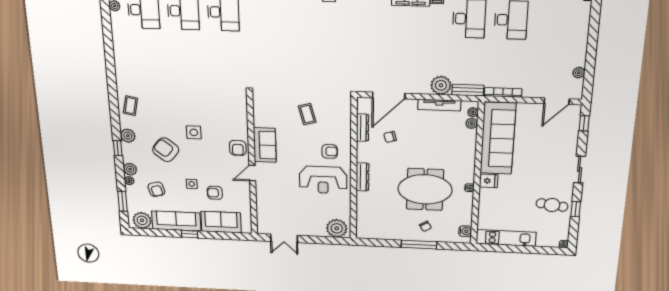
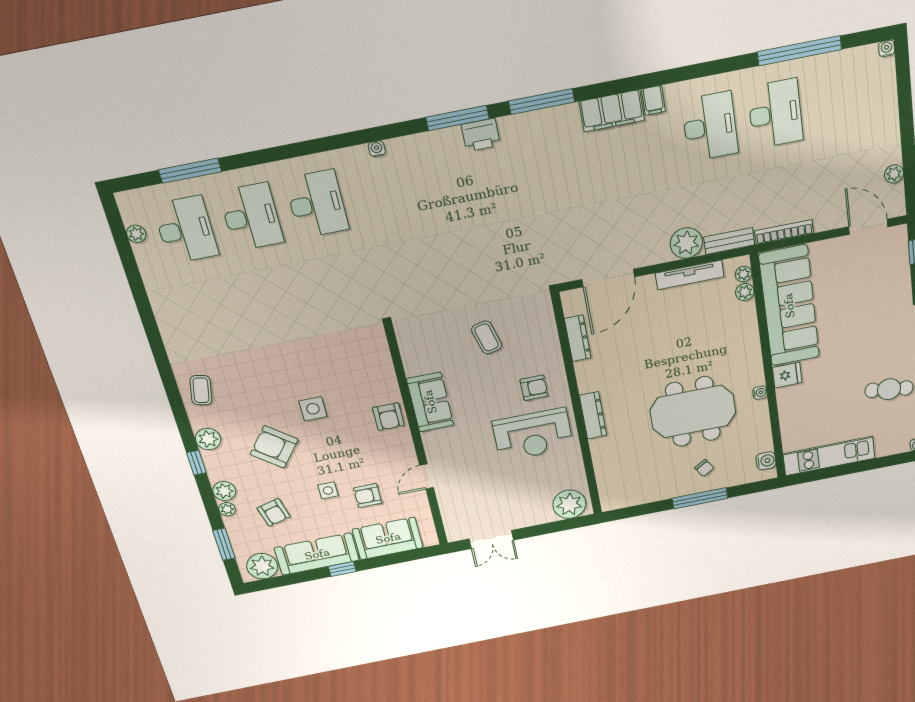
door: (557, 101) -> (868, 227), swing flipped
chair: (390, 137) -> (623, 343), removed
door: (252, 173) -> (427, 476), moved

